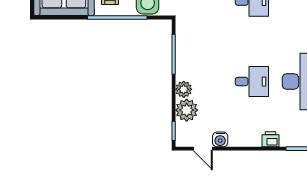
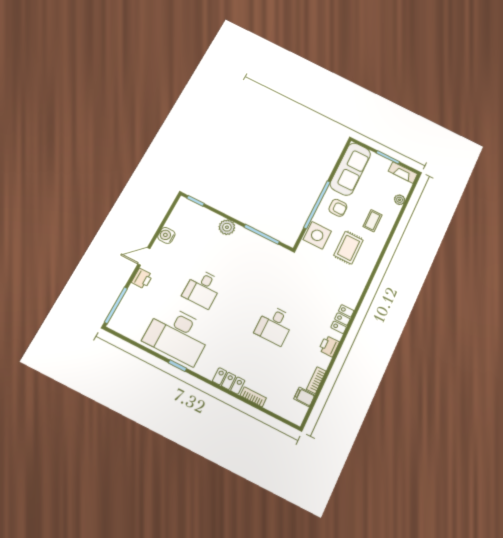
plant: (187, 110) -> (208, 221), removed
door: (203, 149) -> (144, 256), moved

